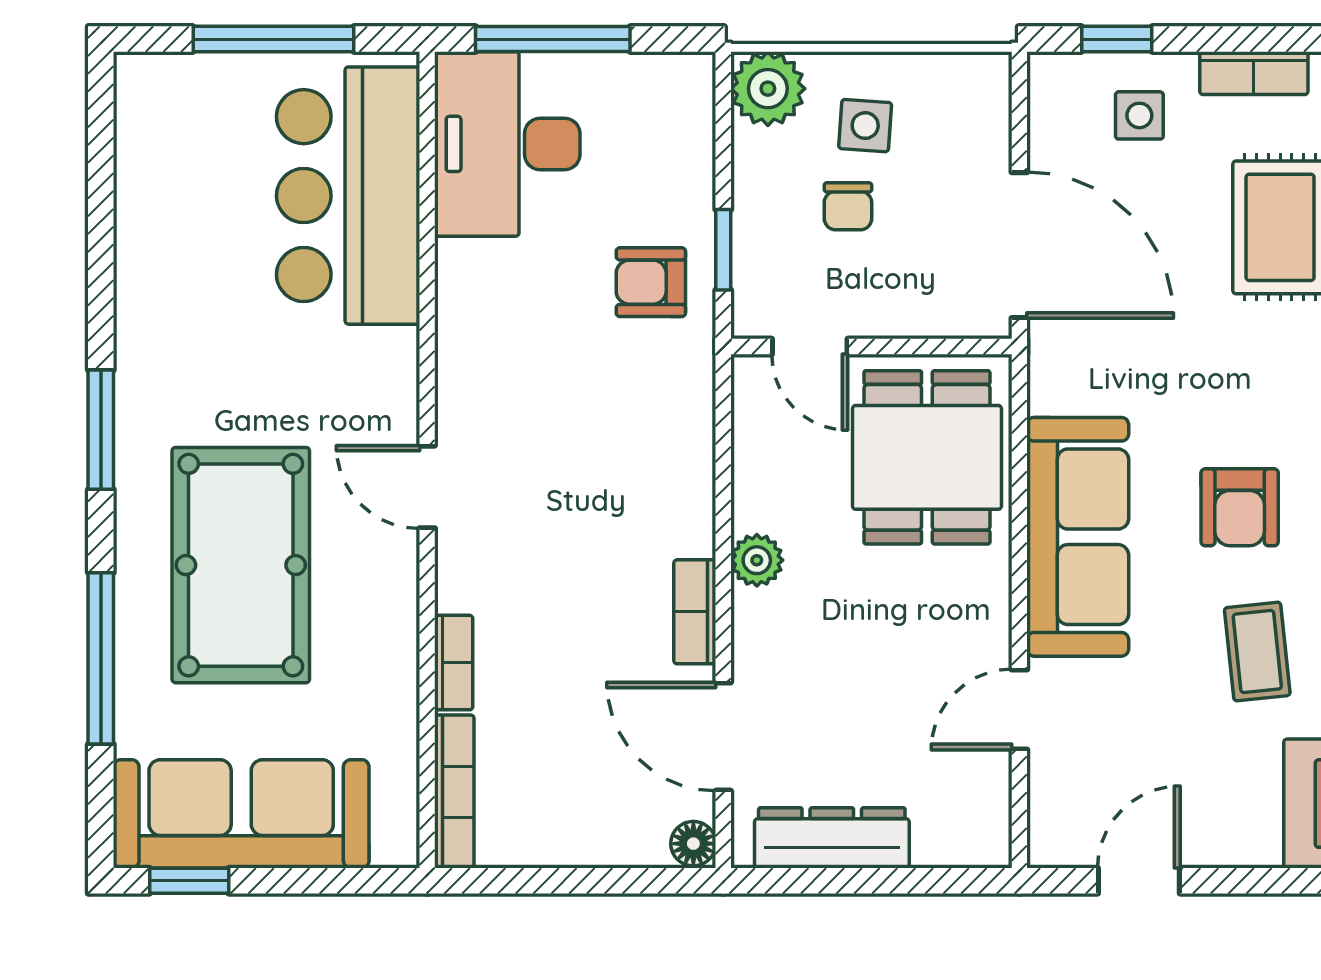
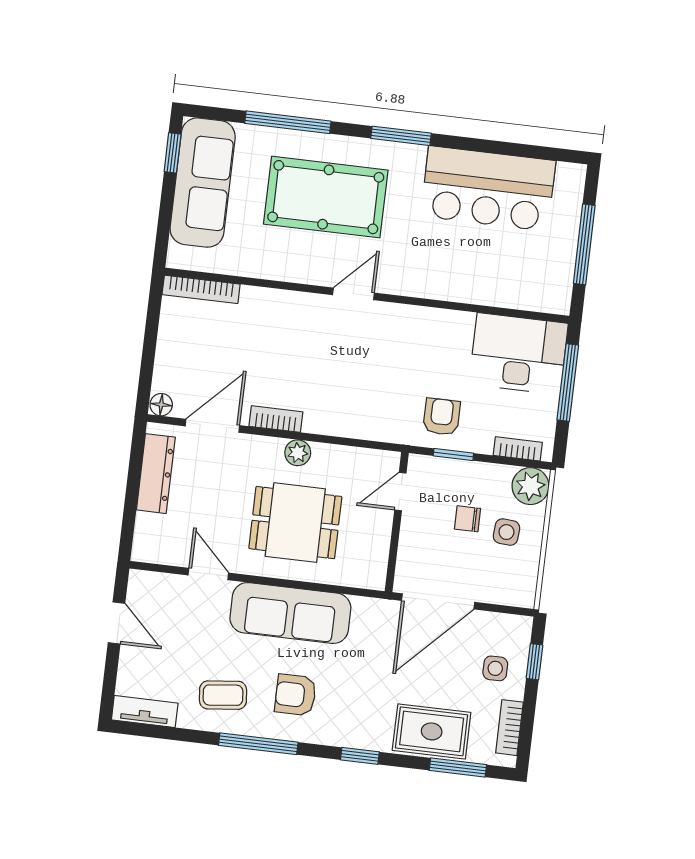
bar counter: (348, 196) -> (488, 188), moved, turned 180
dining table: (927, 457) -> (295, 523), moved
bookcase: (454, 663) -> (518, 449), moved, turned 180

